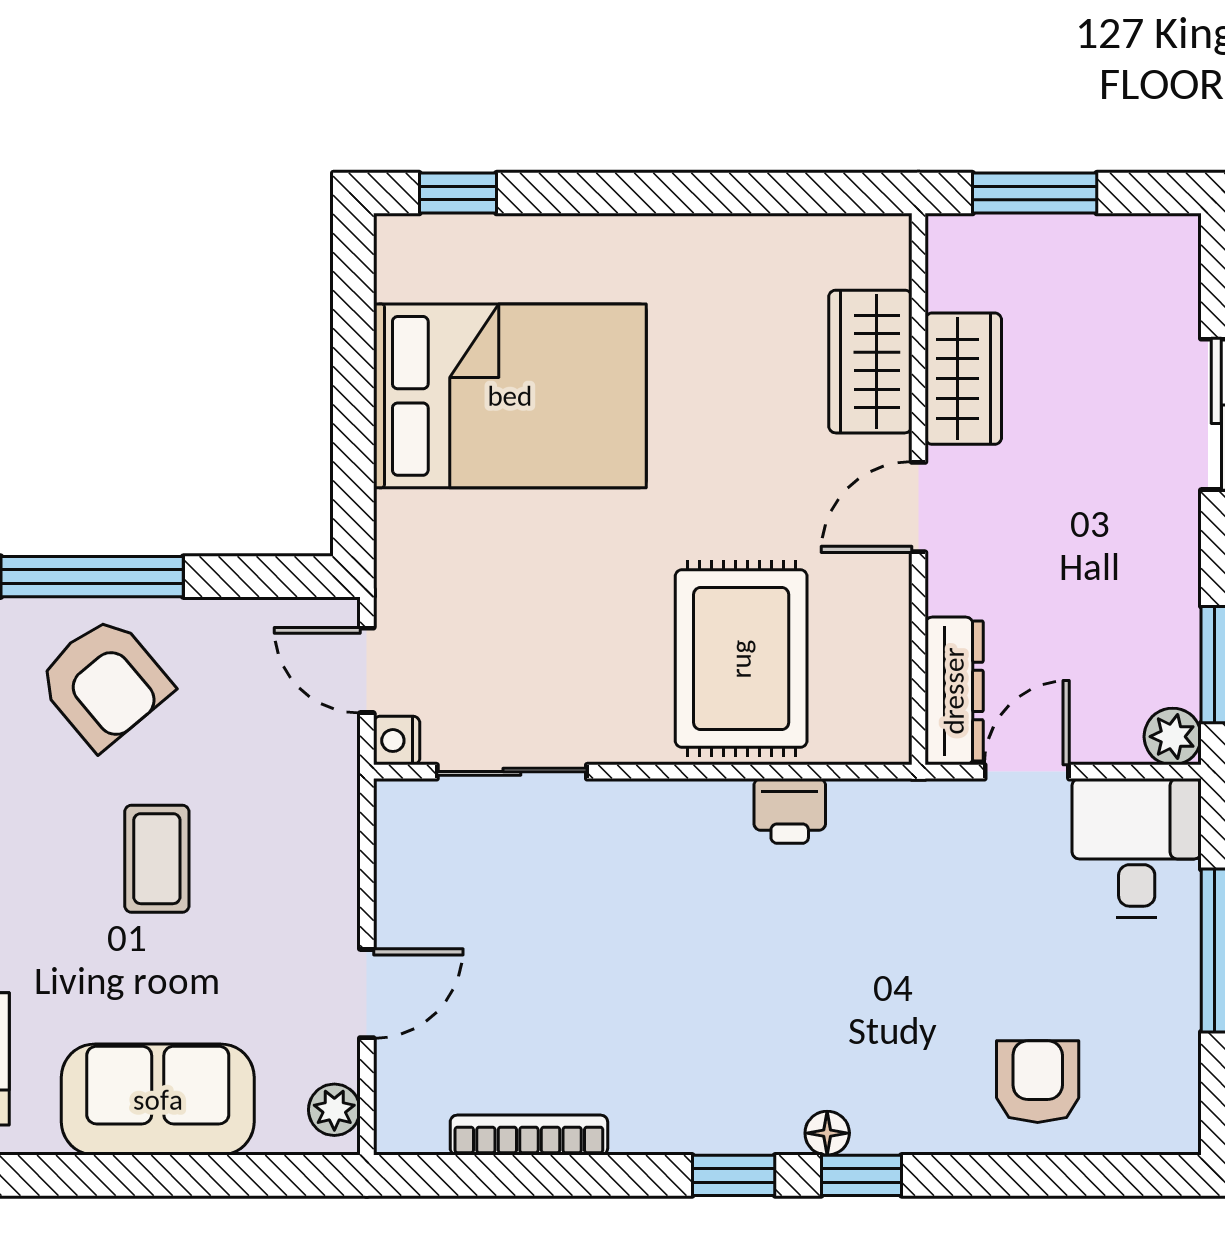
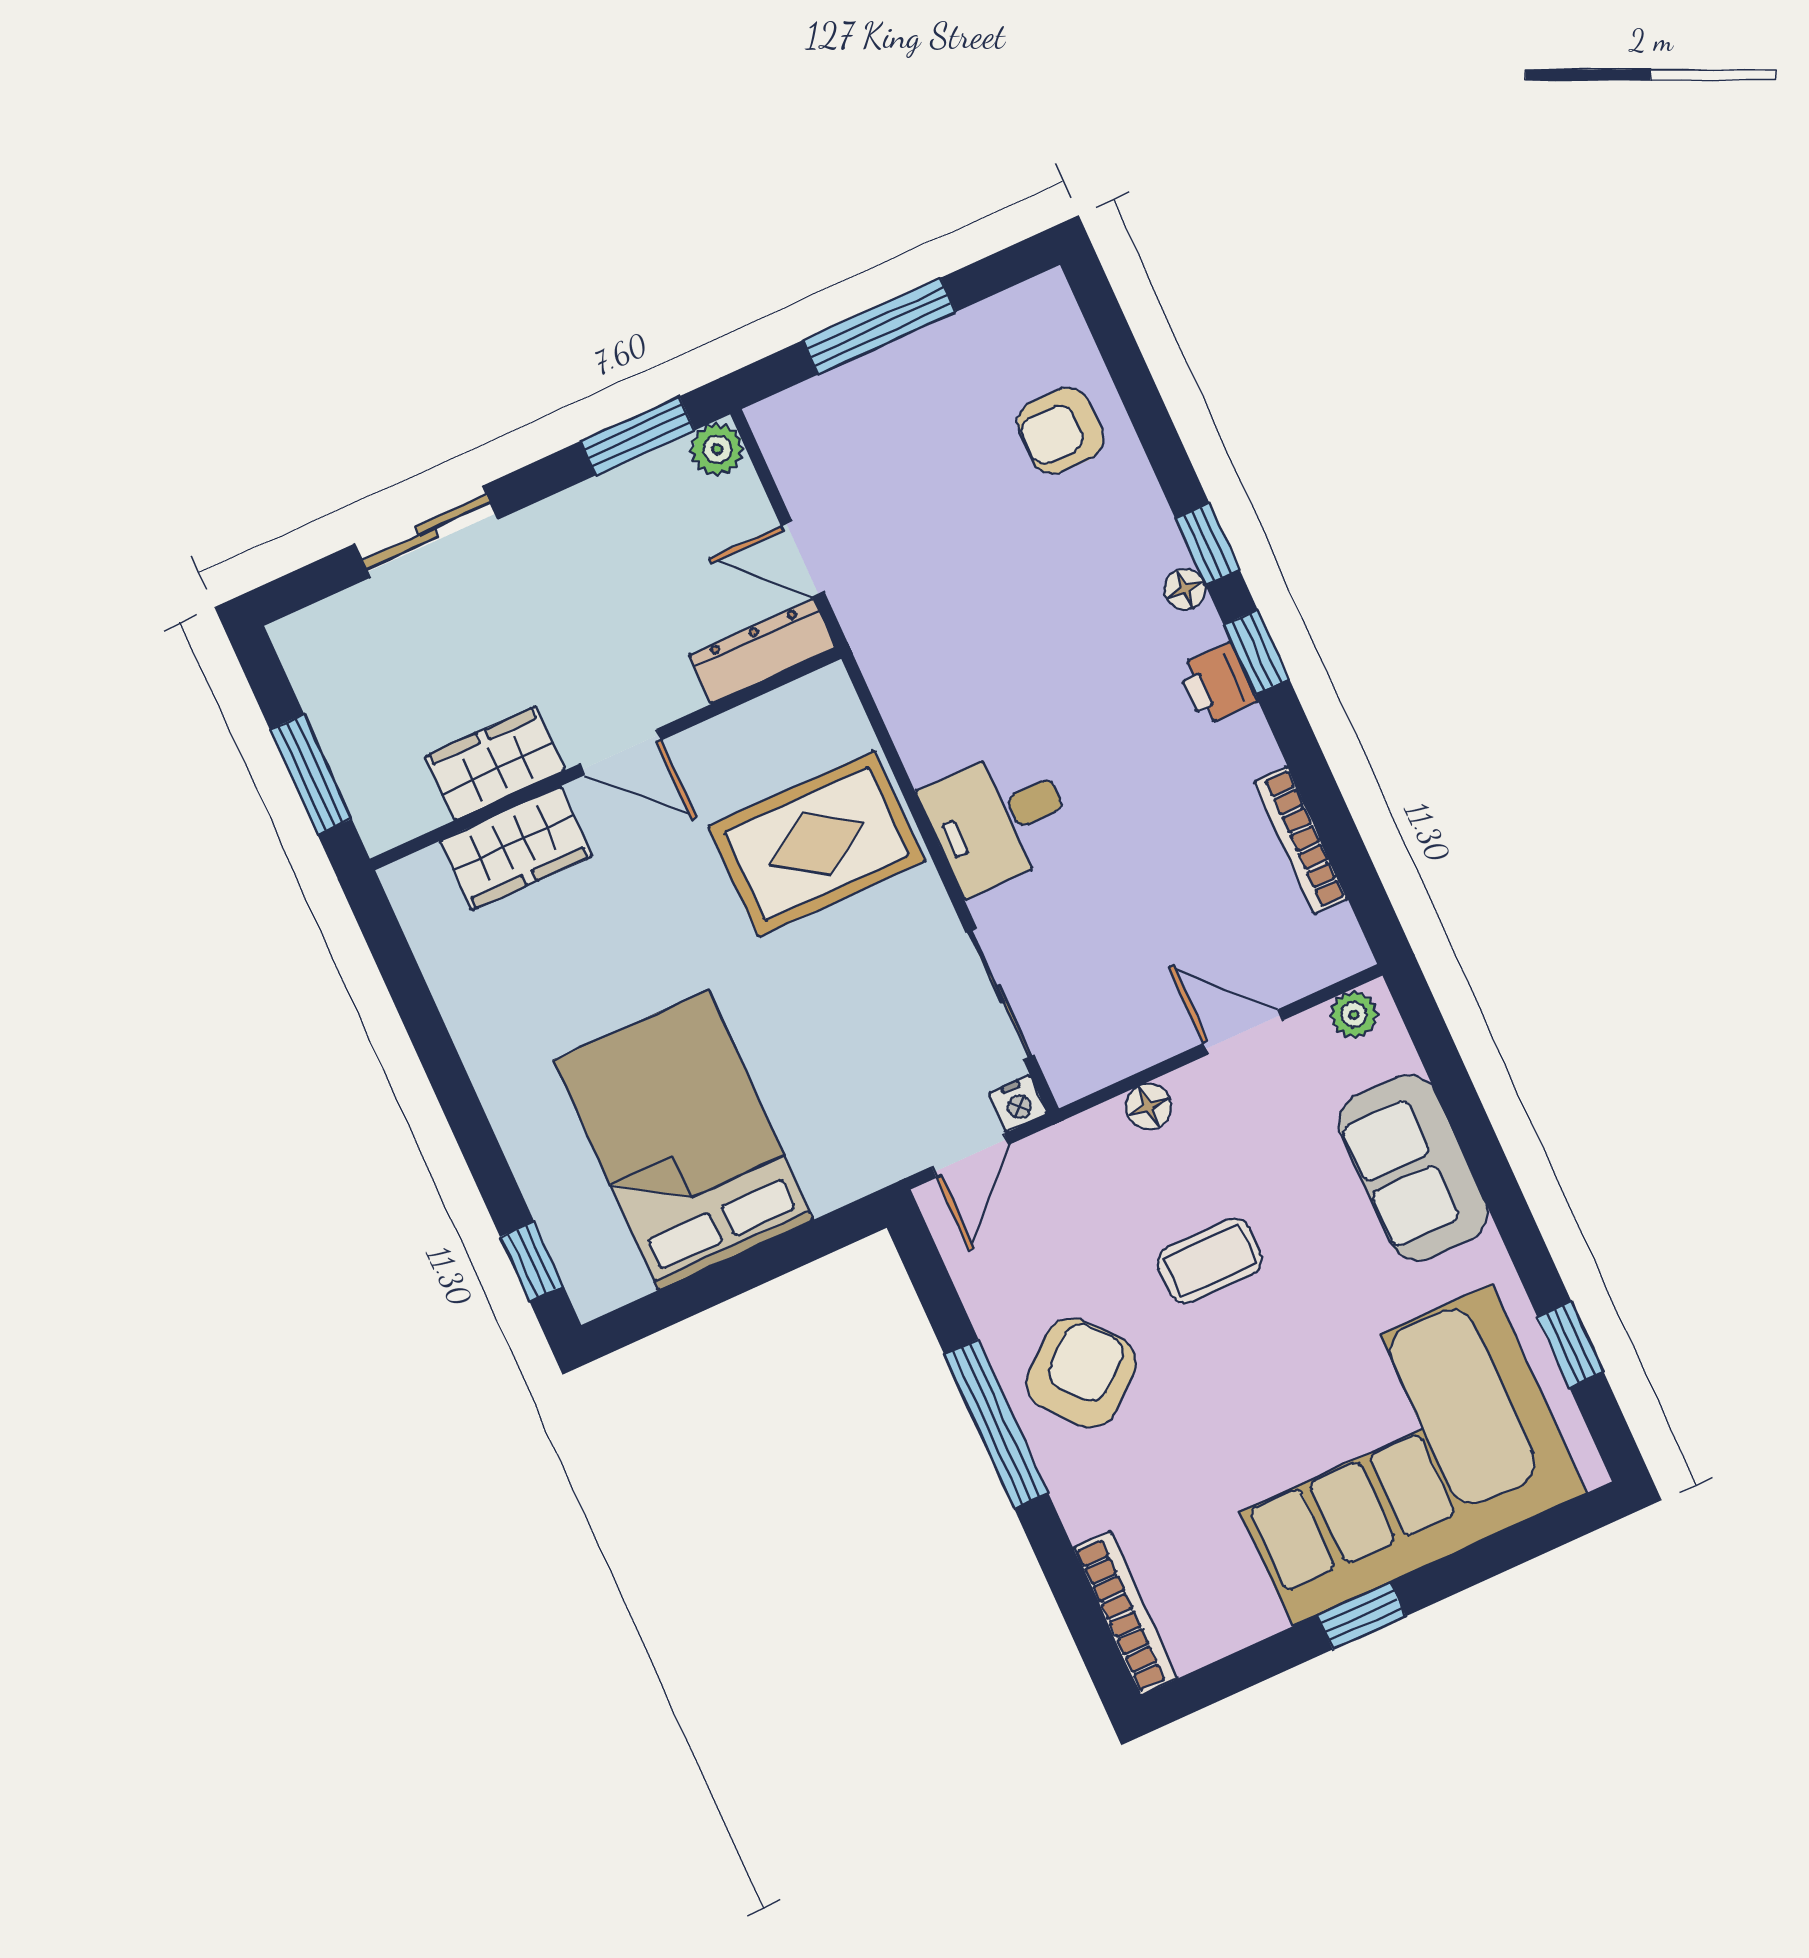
printer: (790, 811) -> (1217, 684), moved, turned 180
desk: (1137, 848) -> (999, 819), moved
floor lamp: (335, 867) -> (1149, 1107), added

